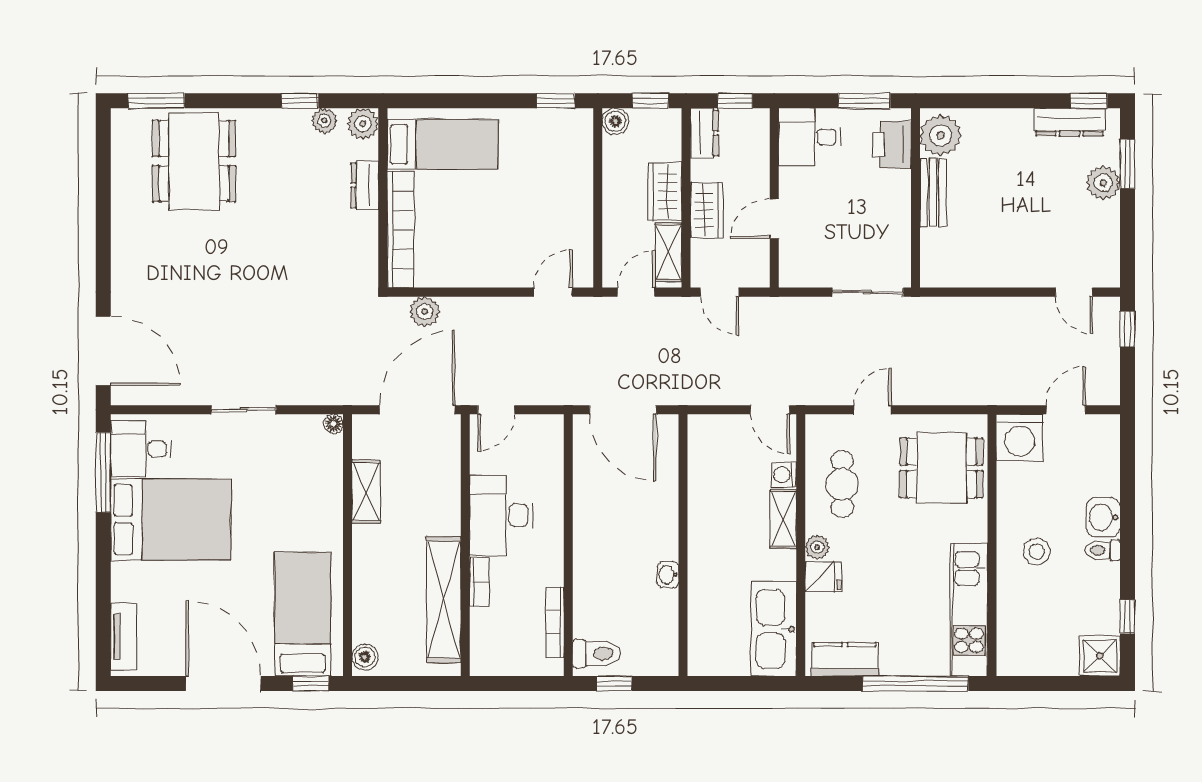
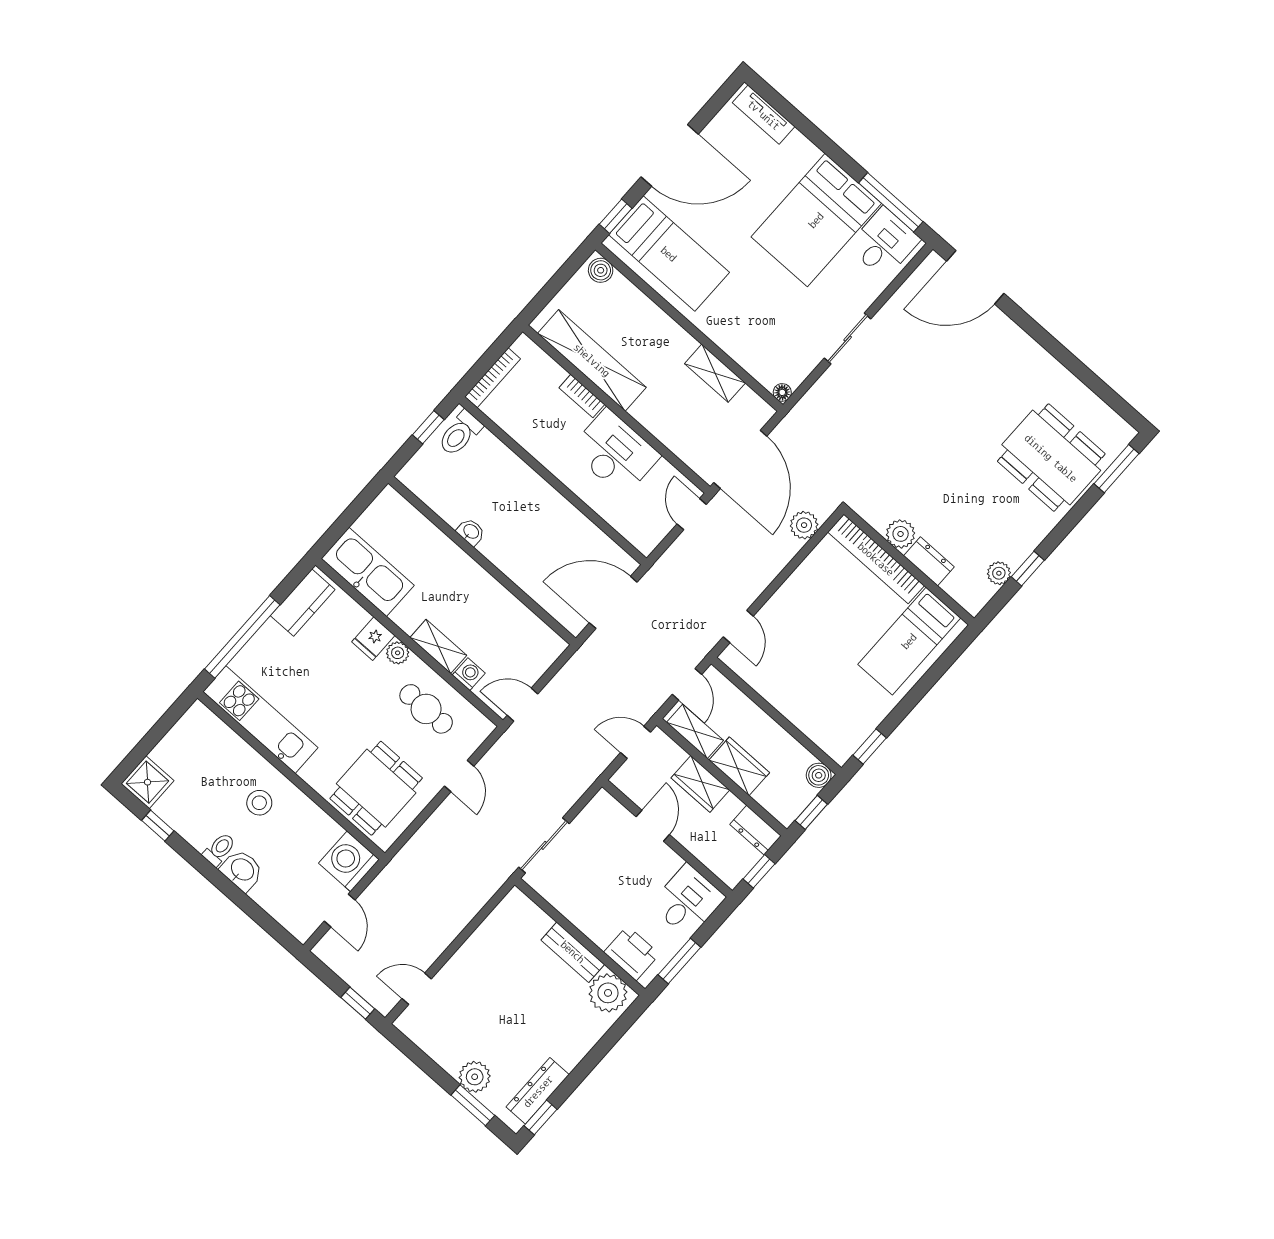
plant: (363, 124) -> (901, 534), moved
bookcase: (555, 622) -> (493, 378), moved, turned 90

